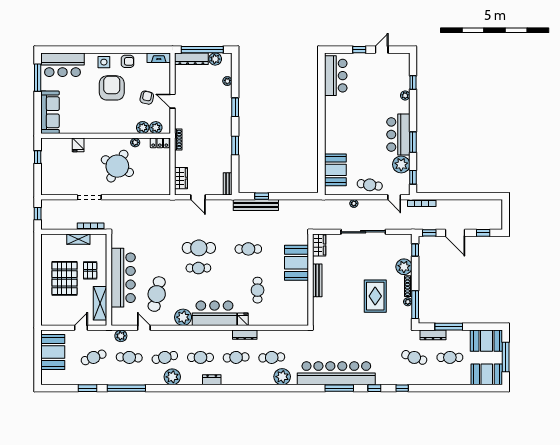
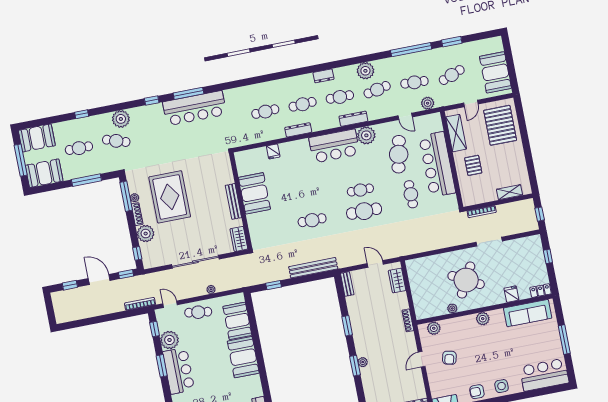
window: (38, 78) -> (564, 340), moved
plant: (227, 81) -> (363, 362), moved
armchair: (112, 88) -> (488, 361), removed
door: (173, 101) -> (422, 359), swing flipped
sofa: (50, 112) -> (528, 313), moved, turned -90
plant: (143, 128) -> (483, 319), moved
booth: (336, 135) -> (243, 357), added
locker: (160, 143) -> (541, 291), moved
window: (38, 157) -> (548, 256), moved
window: (262, 196) -> (274, 285), moved
shelving: (78, 239) -> (509, 192), moved
booth: (297, 263) -> (254, 193), moved
pallet: (64, 278) -> (500, 125), moved
cafe table: (258, 290) -> (411, 194), moved
rug: (375, 296) -> (170, 197), width x1.37, depth x1.44
fridge: (243, 319) -> (273, 151), moved
dresser: (433, 335) -> (353, 119), moved
bar counter: (336, 373) -> (195, 108), width x0.73
plant: (282, 377) -> (121, 119), moved
window: (402, 388) -> (82, 114), moved

